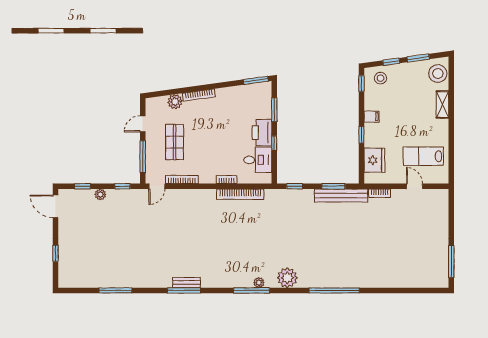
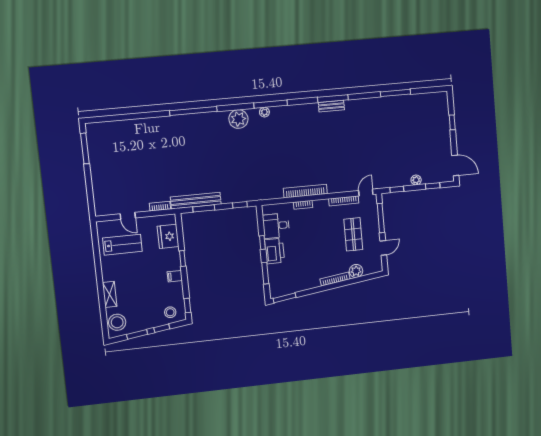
bookcase: (240, 194) -> (305, 191), moved

